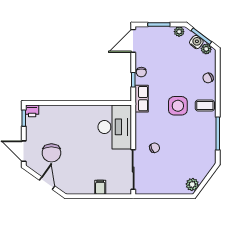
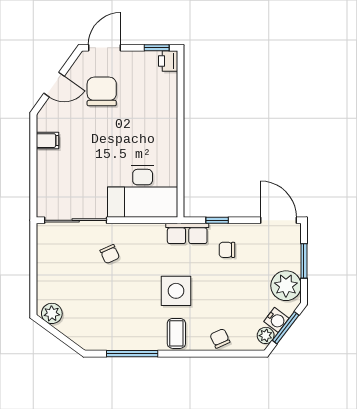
plant: (179, 32) -> (286, 286), width x1.88, depth x1.88
chair: (141, 72) -> (227, 250), moved
chair: (51, 153) -> (102, 91), turned 90
filing cabinet: (100, 187) -> (48, 141), moved

